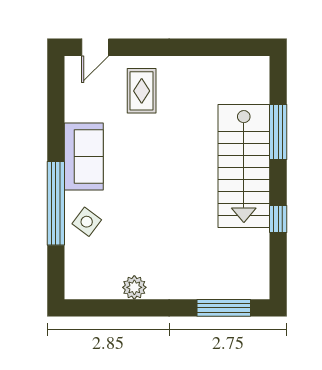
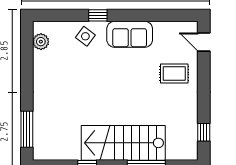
window: (228, 47) -> (204, 132), added
window: (56, 203) -> (98, 15), width x0.32
plant: (134, 287) -> (41, 42), moved

